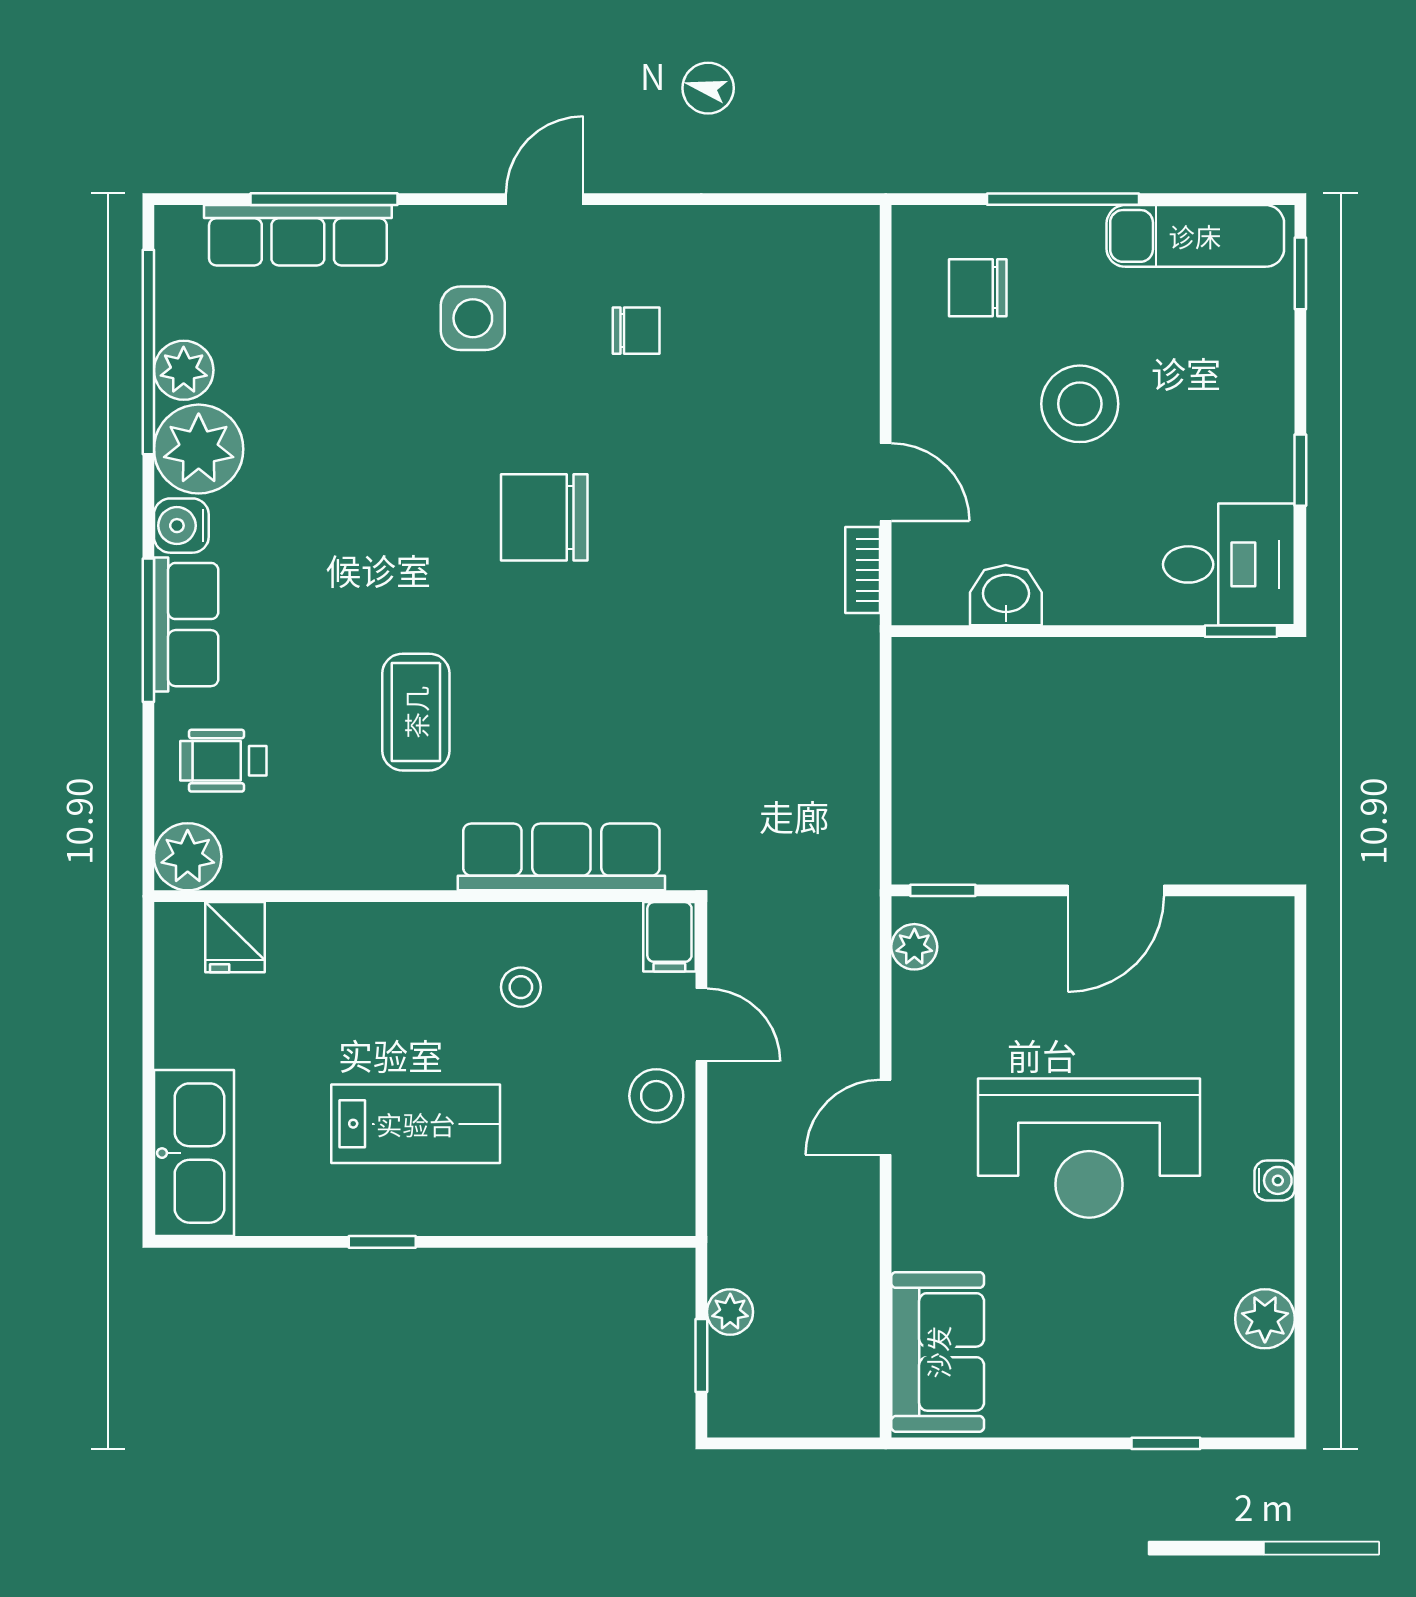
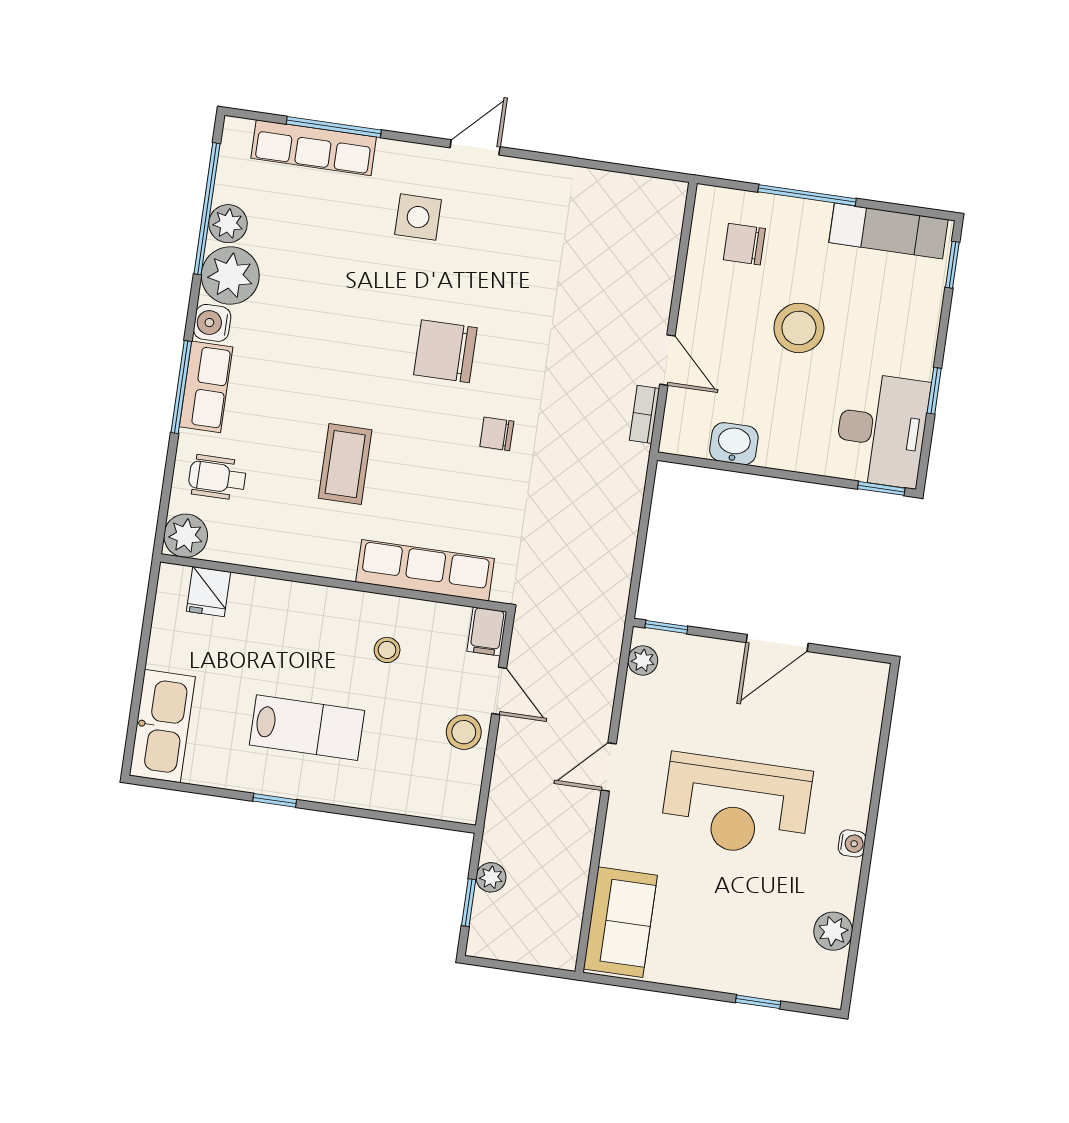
chair: (636, 331) -> (497, 434), moved, turned 180
desk: (1229, 564) -> (882, 430), width x1.37

